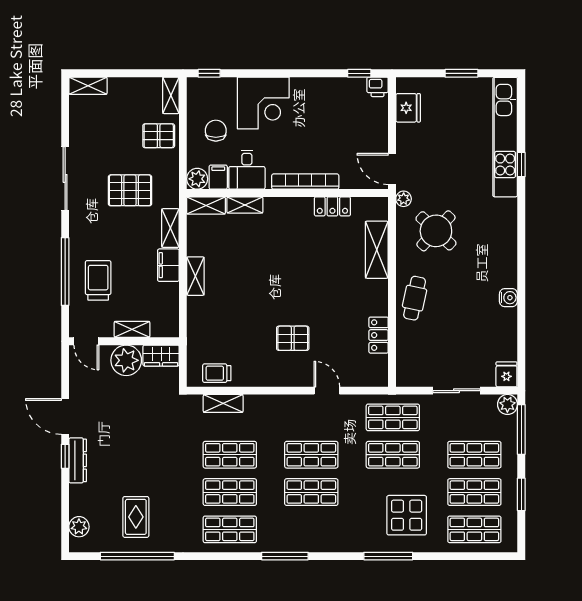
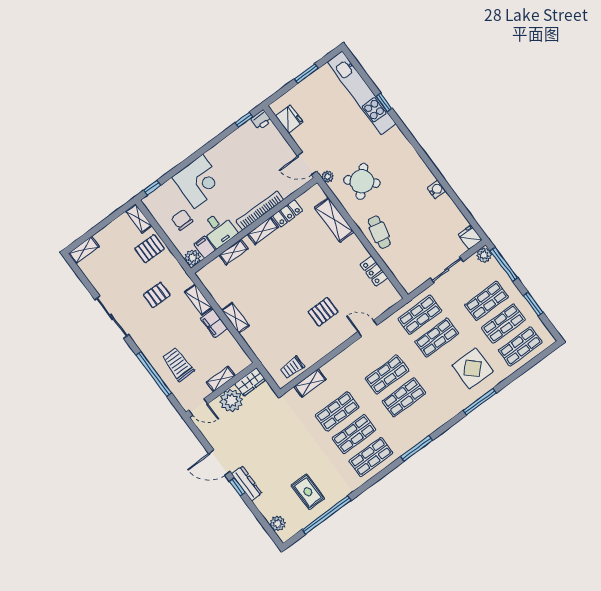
pallet: (130, 190) -> (157, 295), width x0.67, depth x0.71
shelving: (206, 206) -> (263, 231), moved

